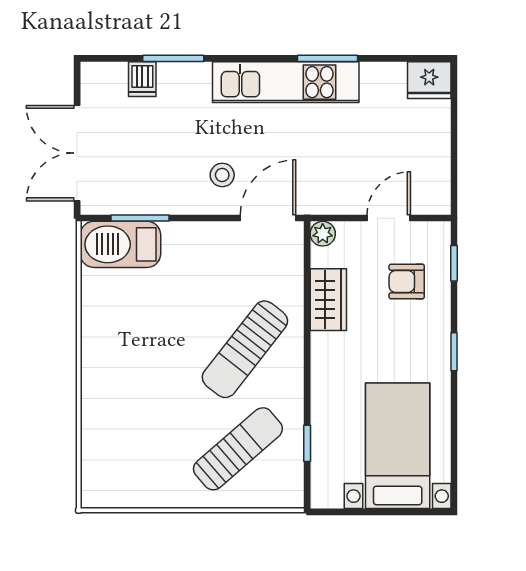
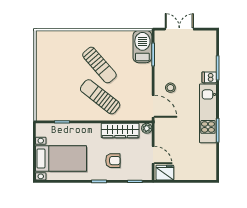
dishwasher: (142, 79) -> (209, 77), moved
fridge: (429, 80) -> (165, 173), moved, turned 90
double door: (77, 153) -> (179, 29), width x0.73
armchair: (407, 281) -> (113, 161), moved, turned 90
wardrobe: (328, 300) -> (120, 131), width x1.50
sun lounger: (238, 449) -> (99, 65), moved

